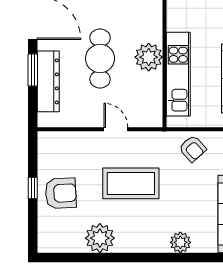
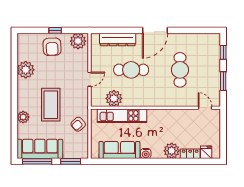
plant: (149, 57) -> (114, 98), moved
window: (33, 70) -> (124, 30), removed
plant: (51, 149) -> (78, 41), added
coffee table: (131, 183) -> (51, 105), moved

